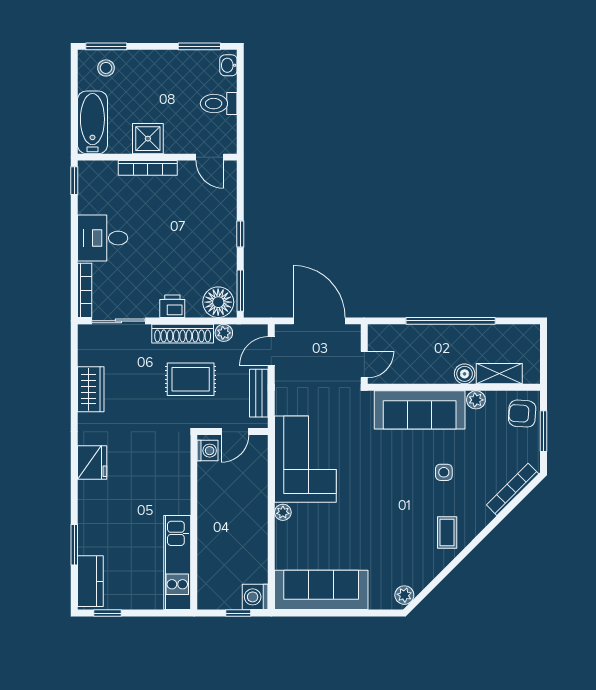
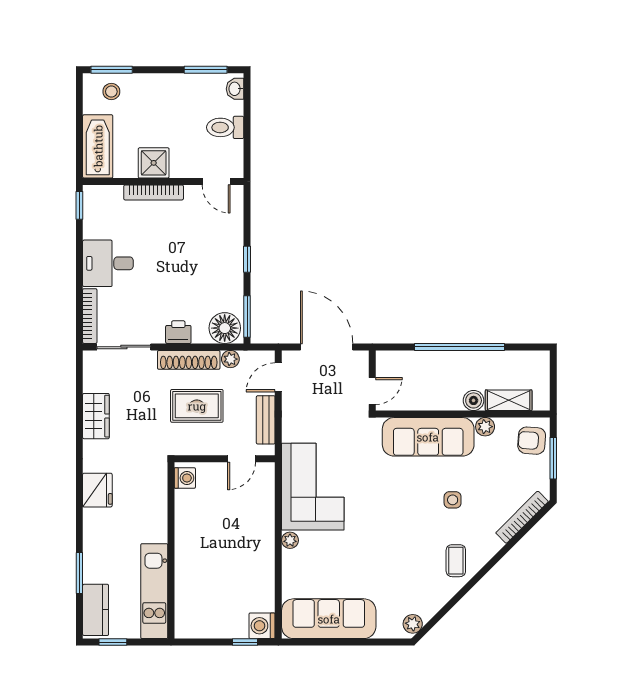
washing machine: (208, 451) -> (185, 478), moved
wall: (194, 522) -> (171, 550), moved
kitchen unit: (177, 563) -> (154, 591), moved

